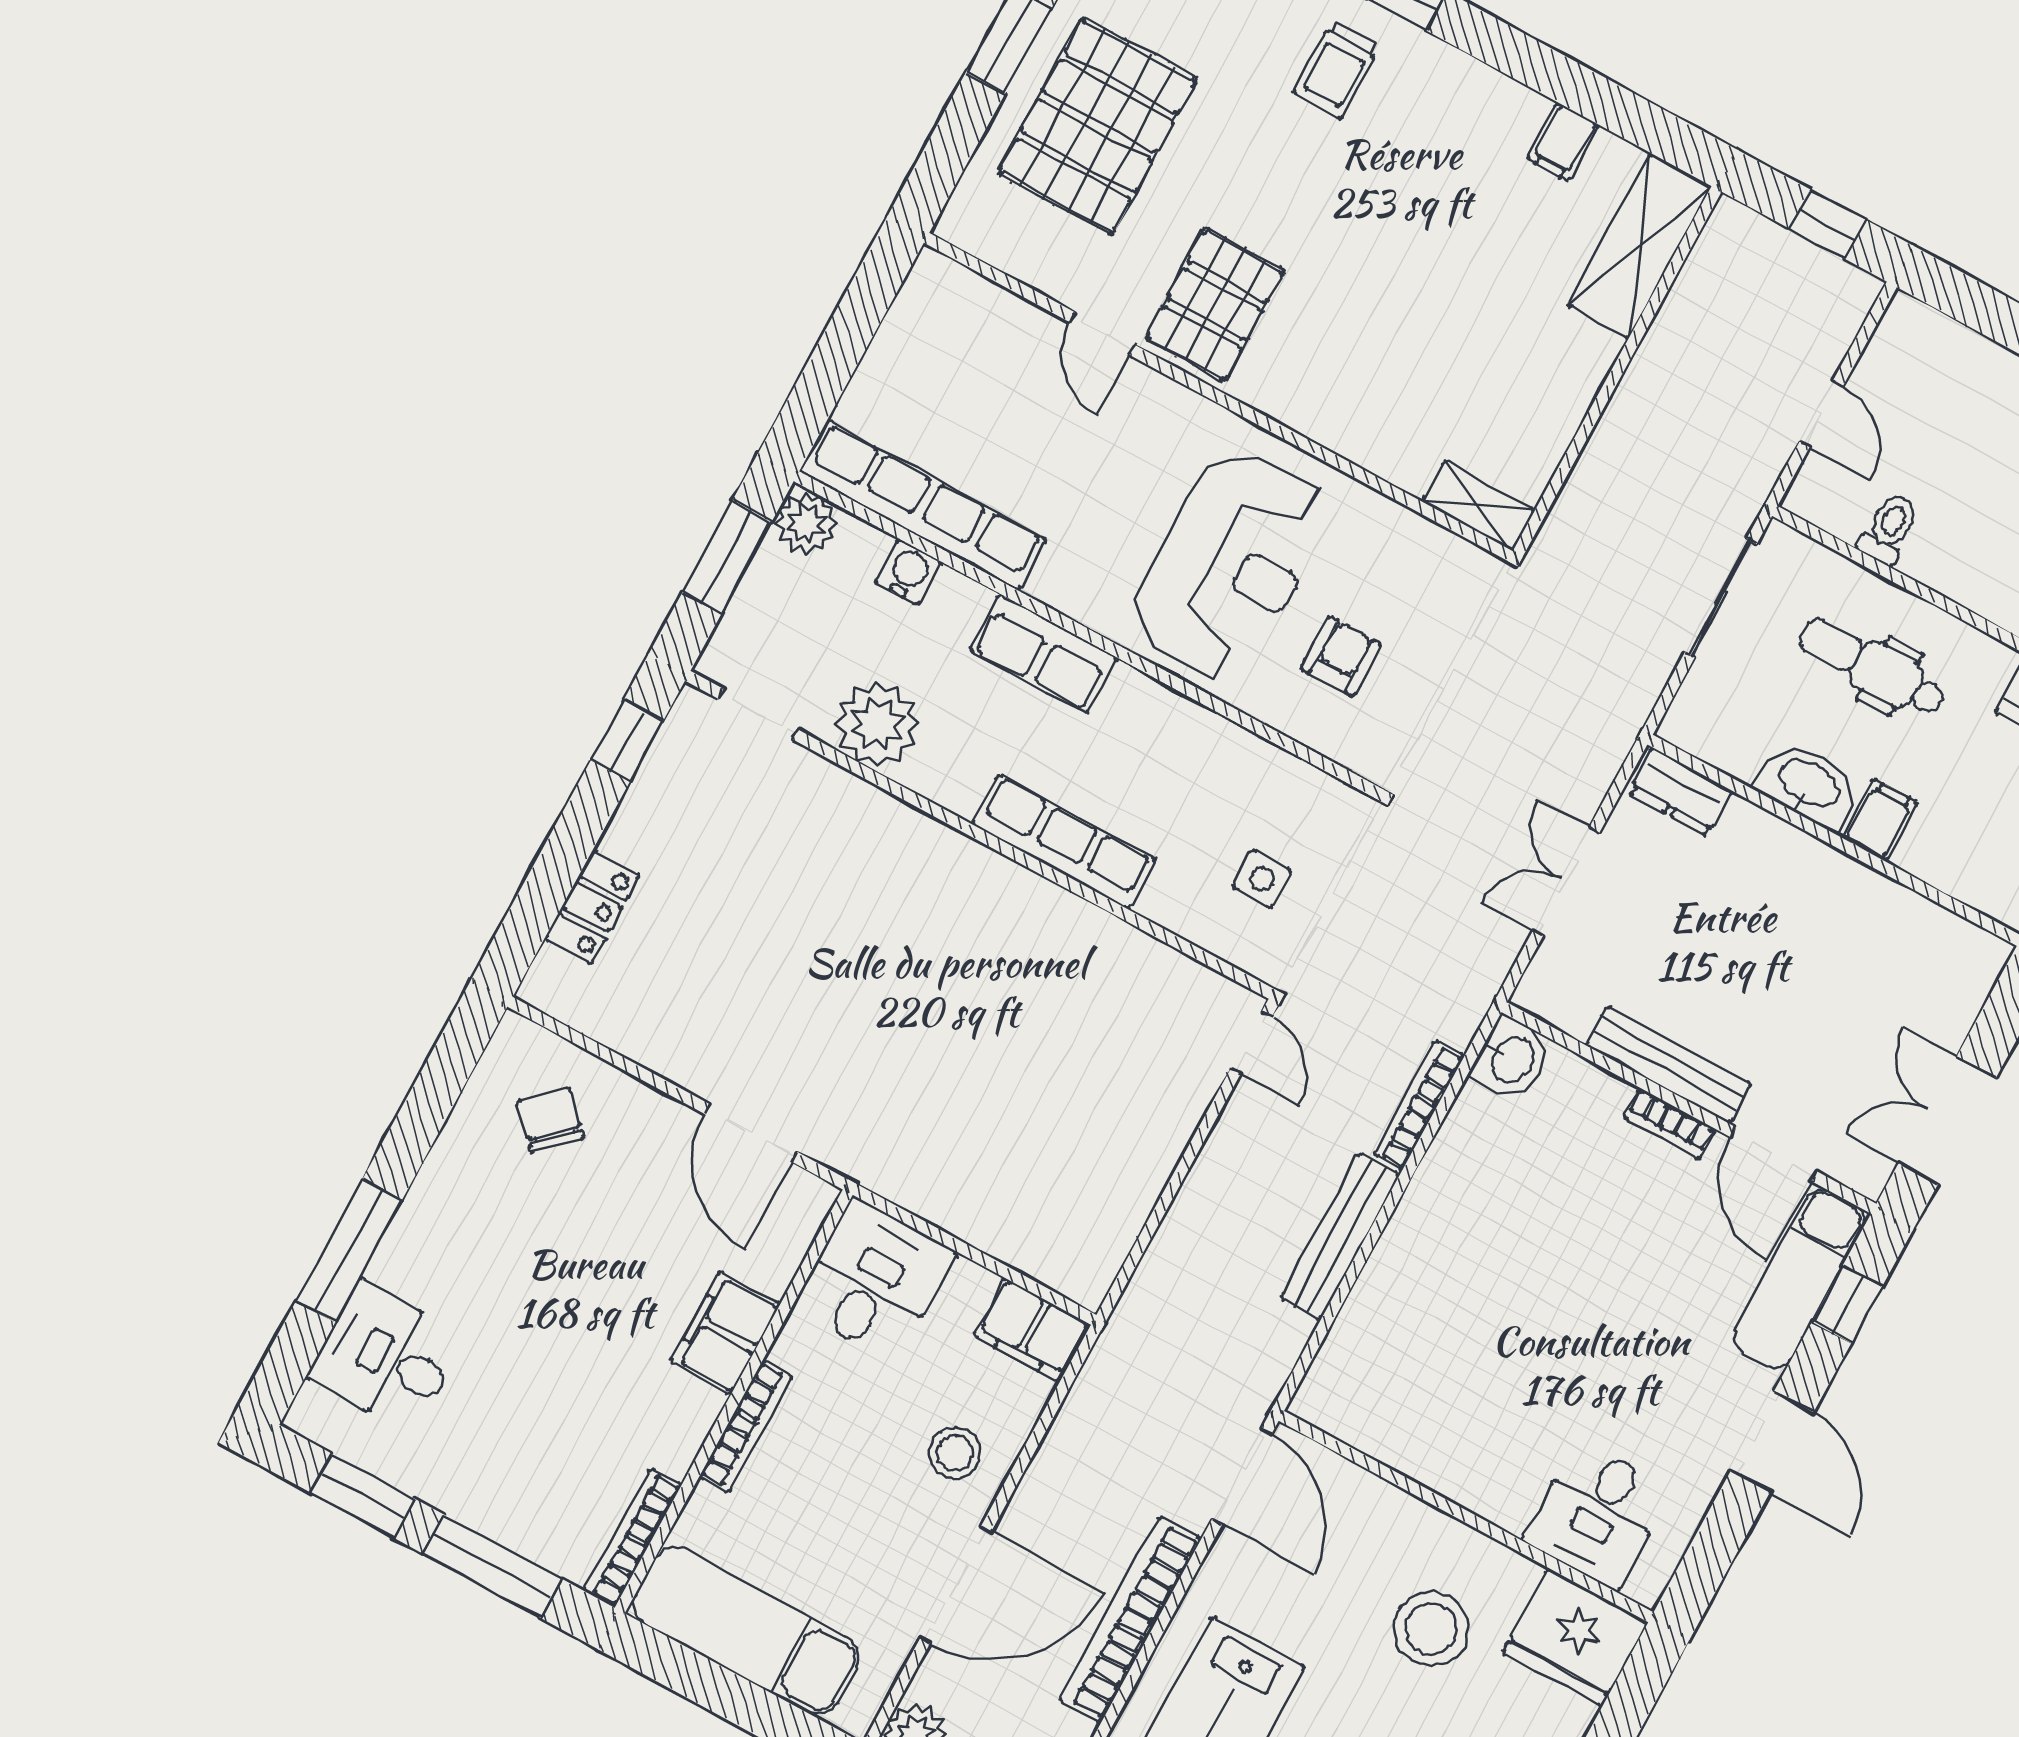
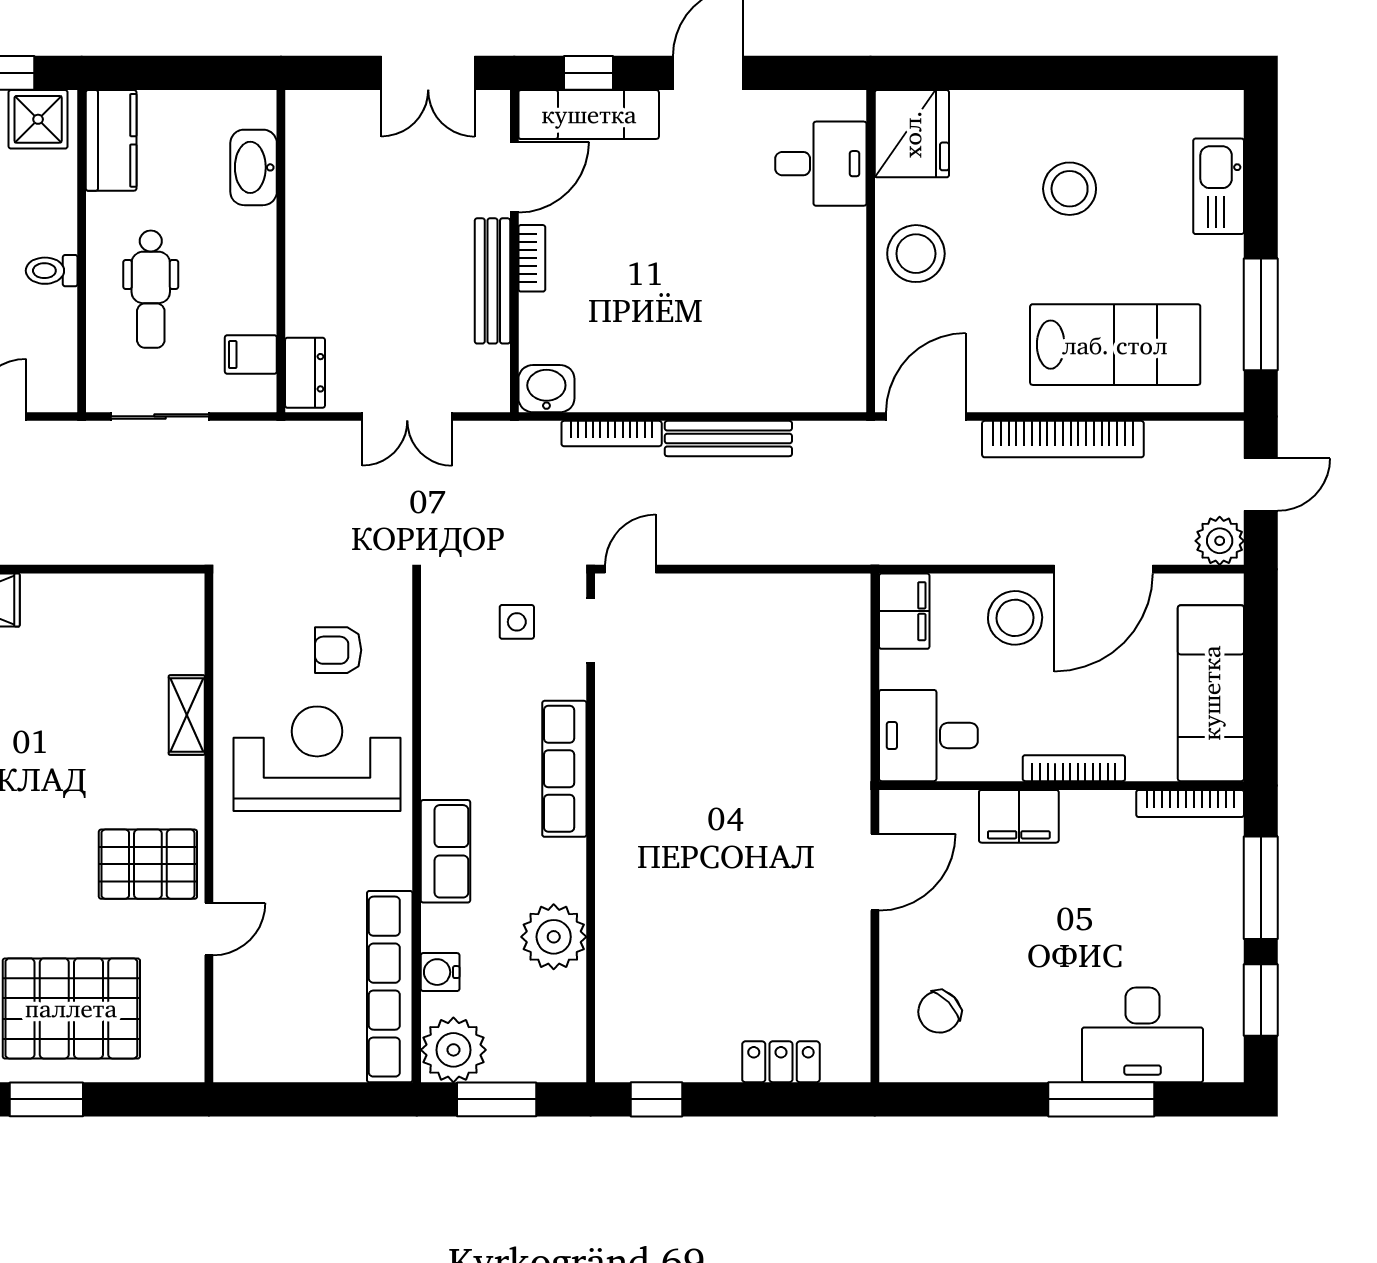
shelving: (1478, 506) -> (187, 715), moved
plant: (806, 523) -> (453, 1050), width x1.36, depth x1.36
toilet: (1889, 529) -> (52, 271), moved
doorway: (758, 714) -> (591, 630), moved
washbasin: (1809, 785) -> (254, 167), moved
filing cabinet: (1880, 820) -> (251, 355), moved
desk: (387, 1357) -> (1143, 1035), width x1.37
stool: (955, 1453) -> (1015, 618), width x1.38, depth x1.38
door: (956, 1585) -> (1104, 569), swing flipped
stool: (1431, 1629) -> (916, 254), moved

